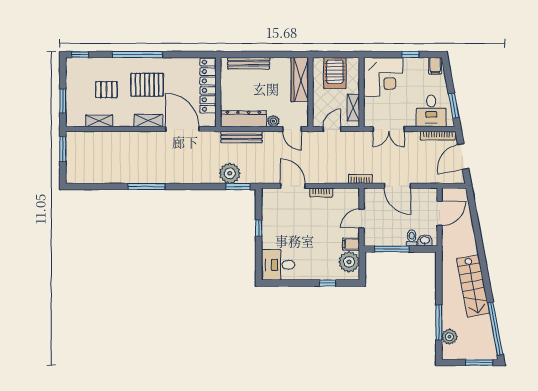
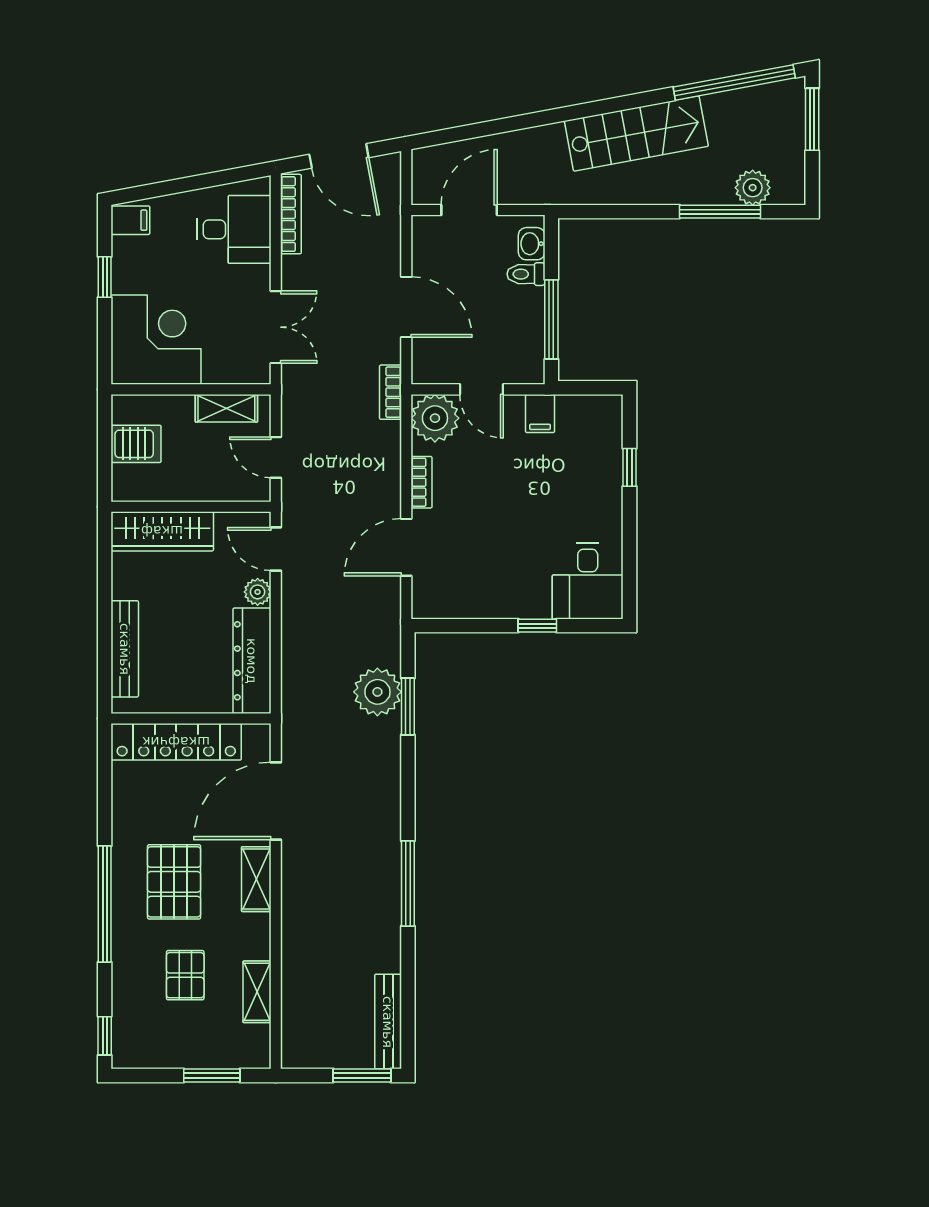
server rack: (335, 73) -> (136, 444), width x0.73, depth x0.70
window: (454, 106) -> (222, 178), removed
door: (292, 129) -> (276, 549), swing flipped
bench: (241, 137) -> (388, 1022), moved
window: (63, 149) -> (362, 1076), moved
door: (397, 186) -> (406, 307), hinge flipped
window: (238, 187) -> (408, 707), moved
door: (440, 213) -> (469, 210), hinge flipped
window: (259, 228) -> (537, 626), moved
plant: (349, 262) -> (435, 418), moved

